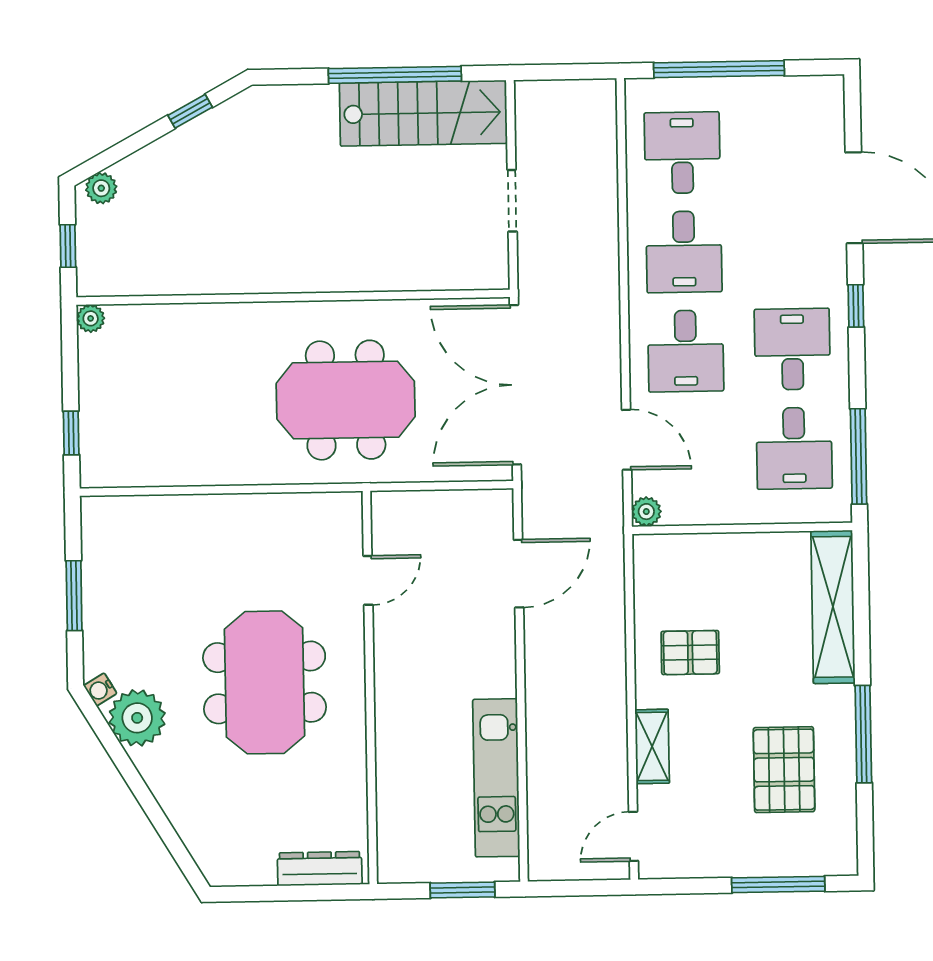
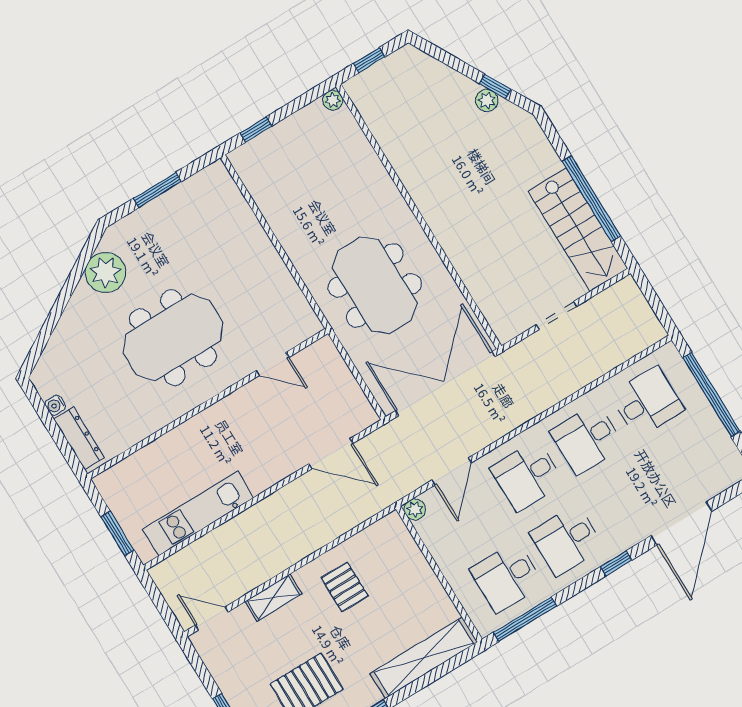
plant: (101, 188) -> (487, 100), moved
desk: (792, 349) -> (567, 540), turned 180
water cooler: (100, 689) -> (55, 405), moved, turned -59

